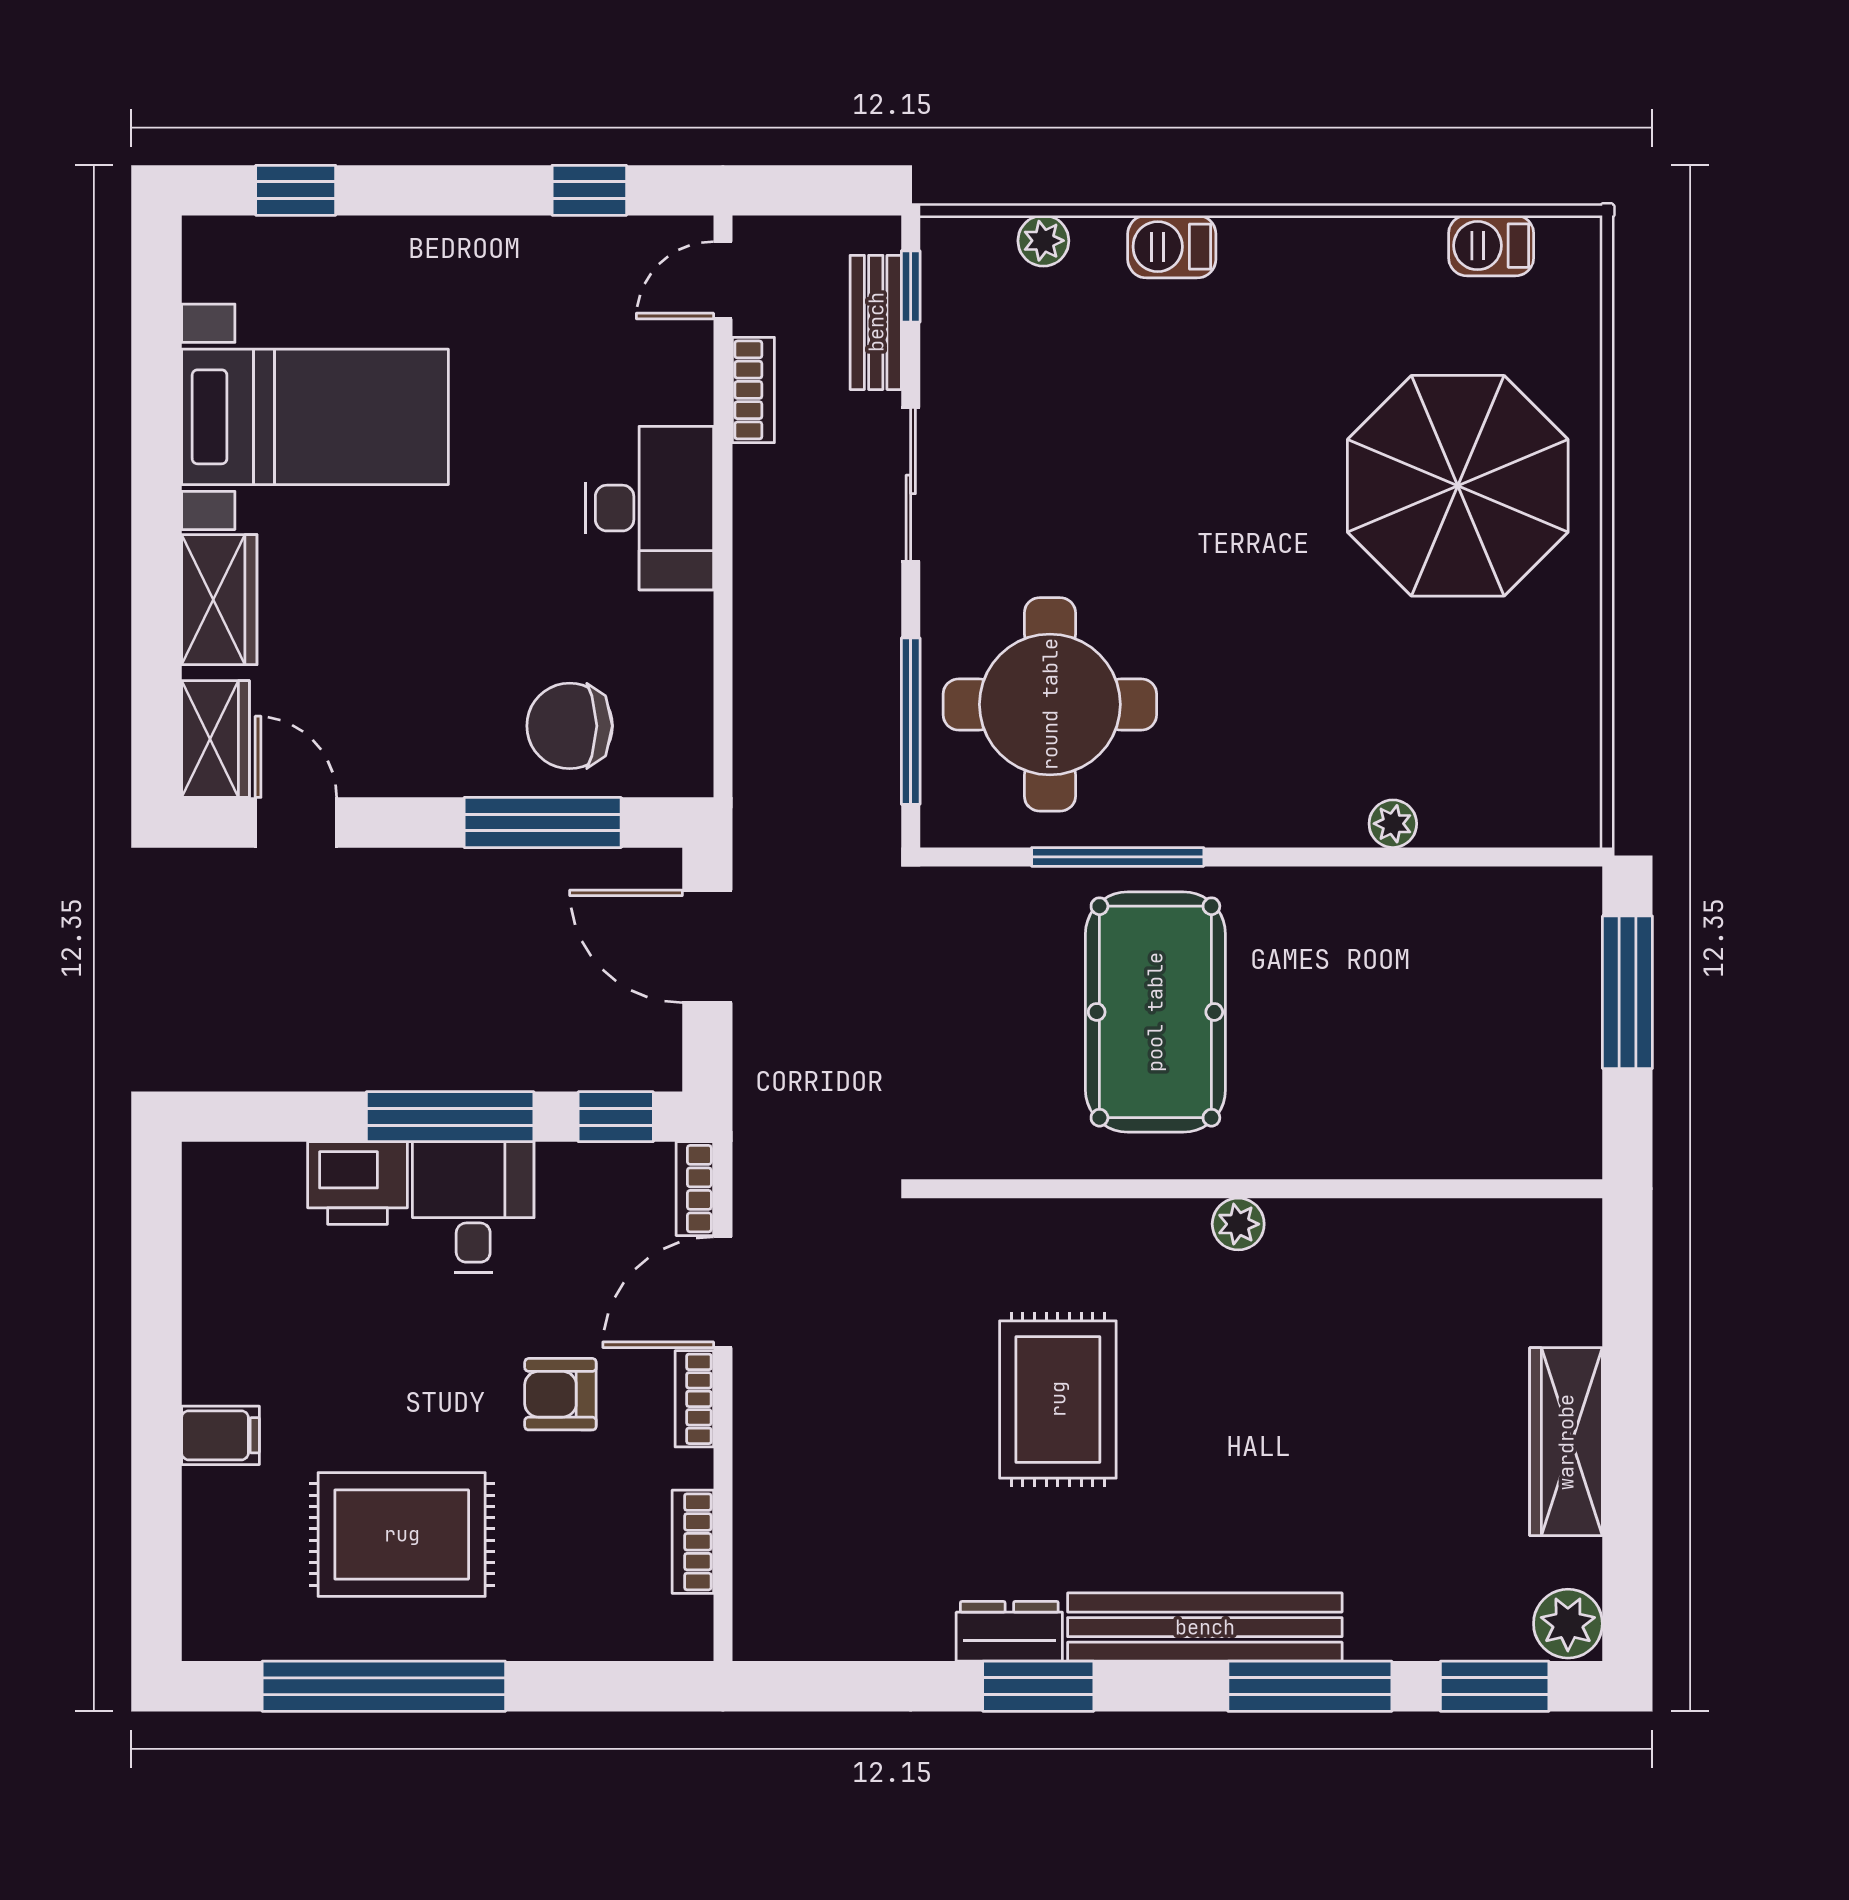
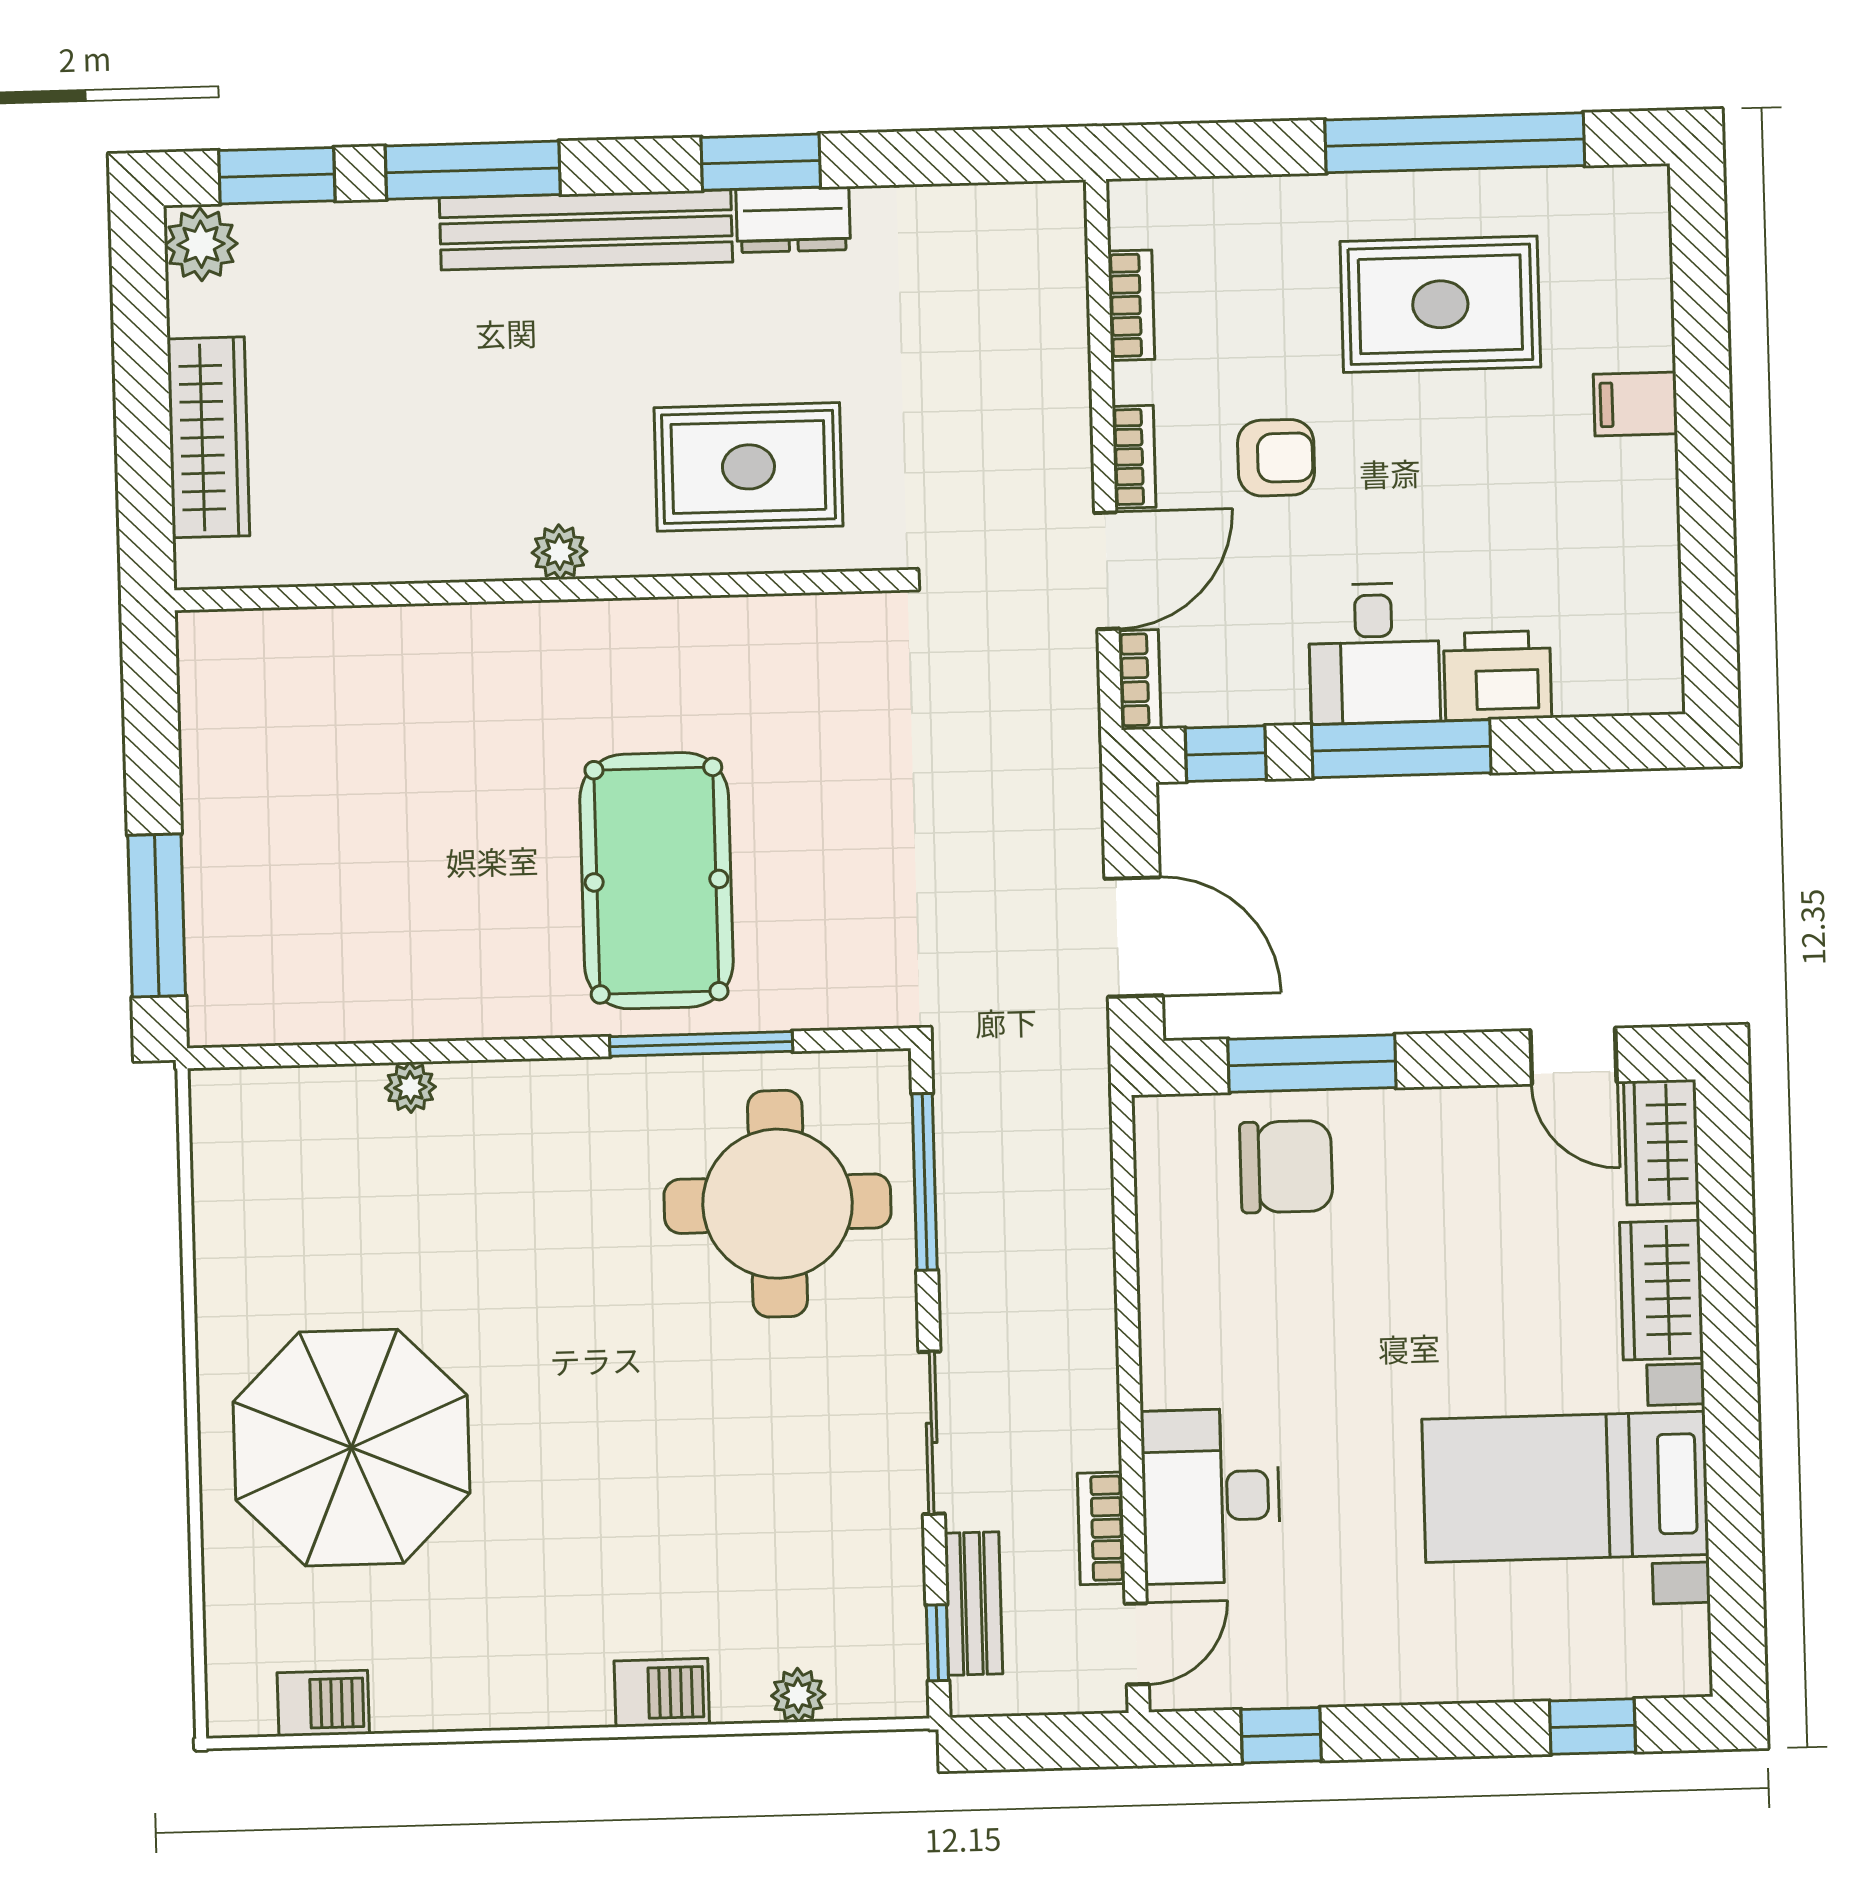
desk: (649, 508) -> (1211, 1496), moved
wall: (1261, 1189) -> (536, 590), moved
plant: (1238, 1224) -> (559, 552), moved
rug: (1058, 1399) -> (748, 467), turned 90

